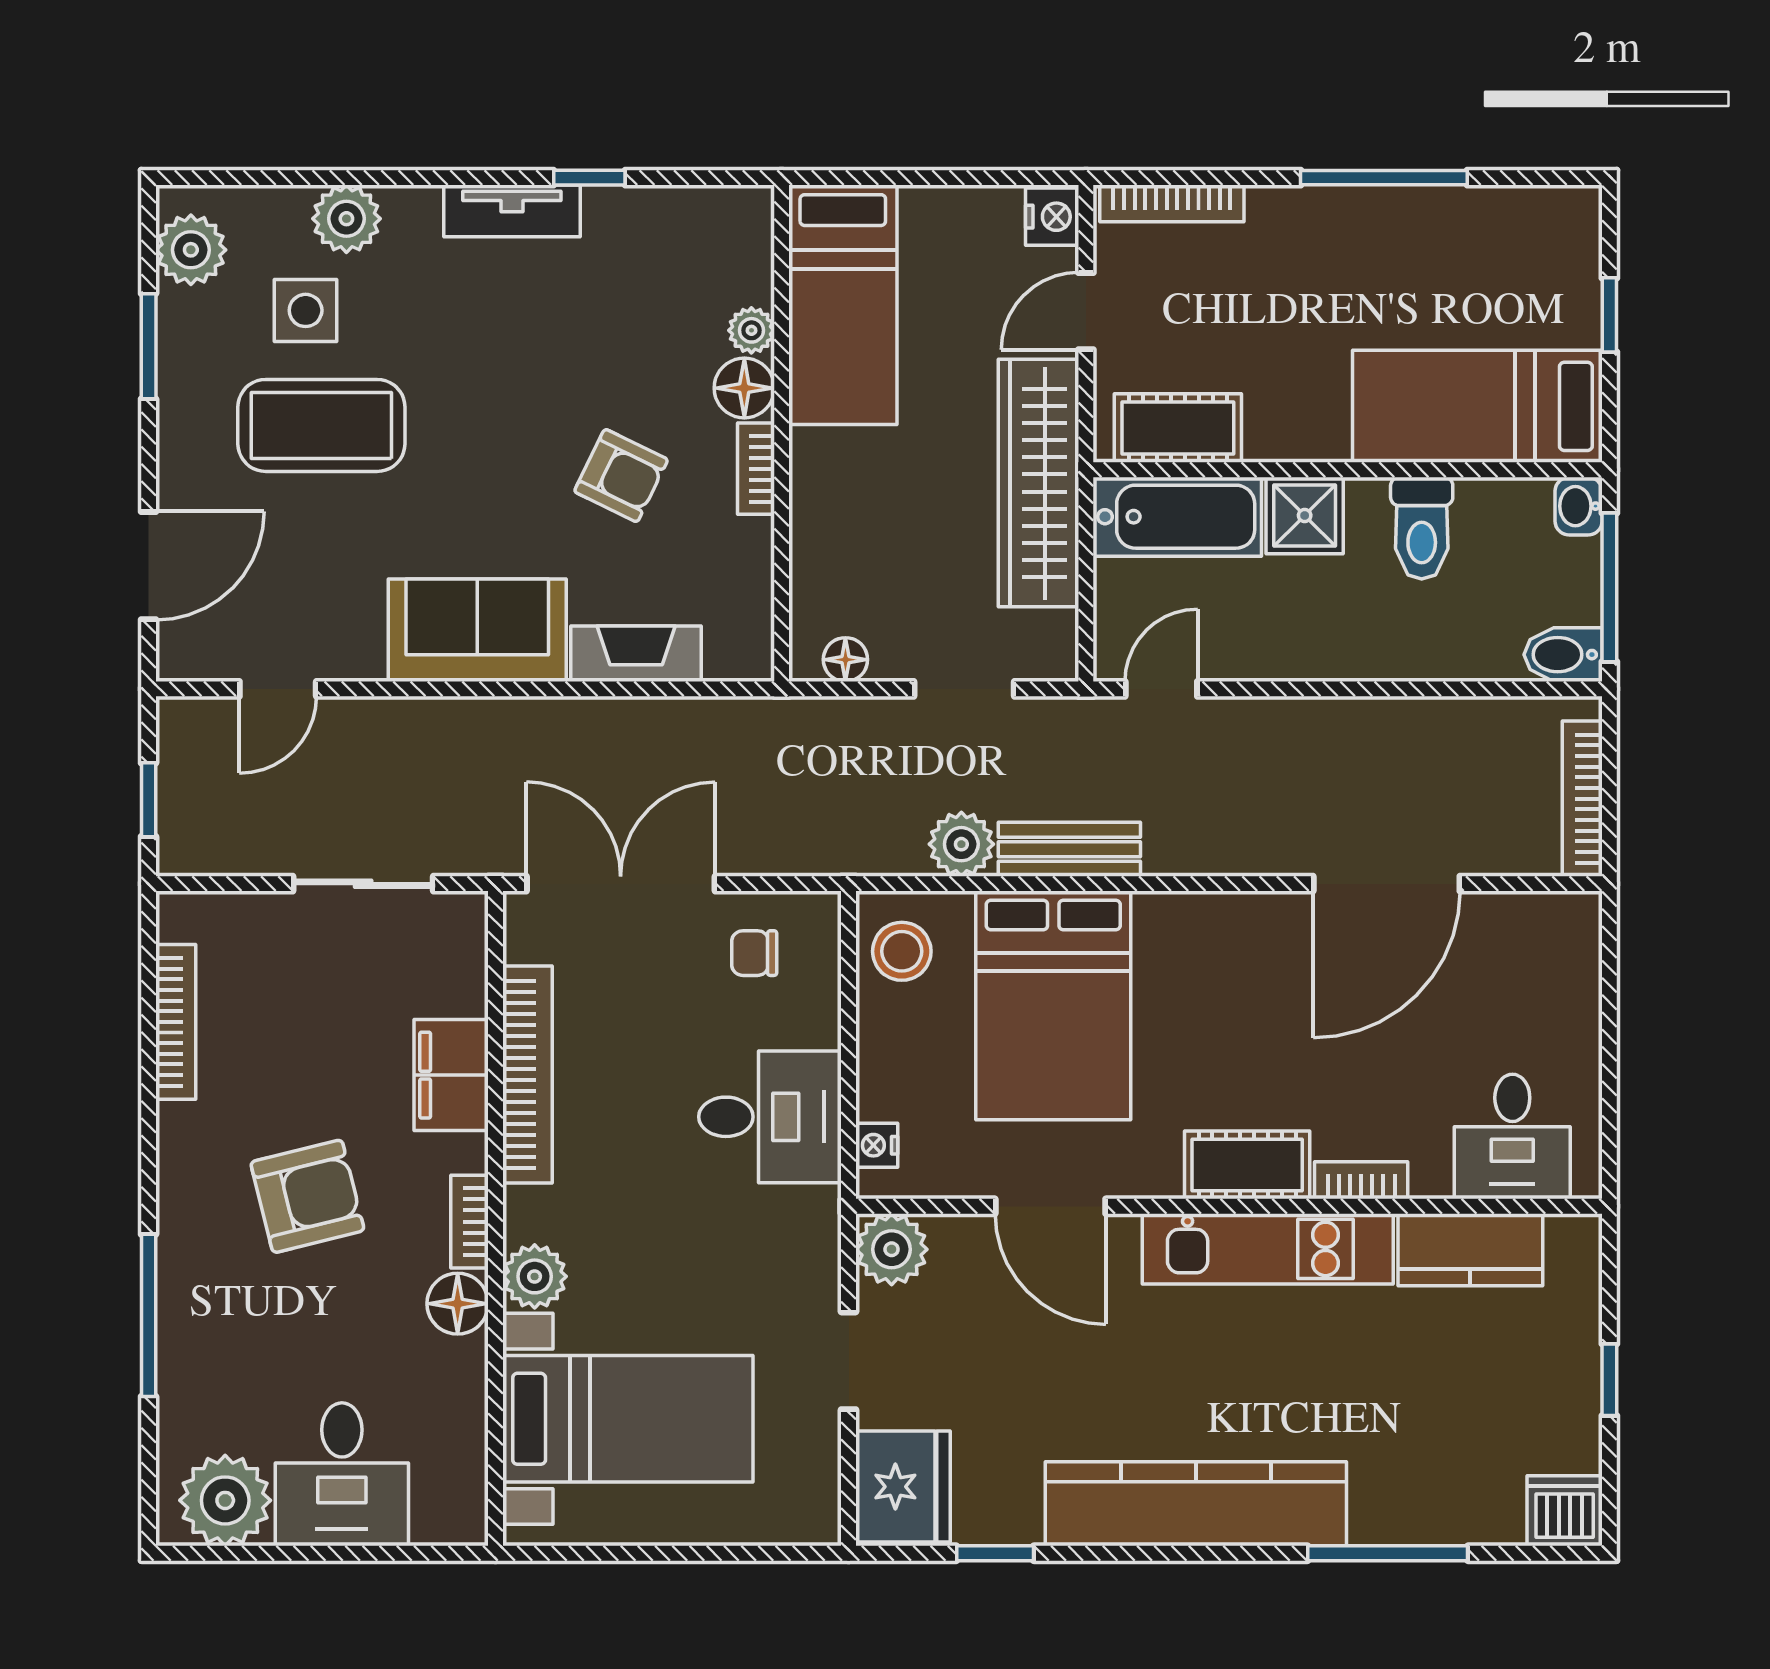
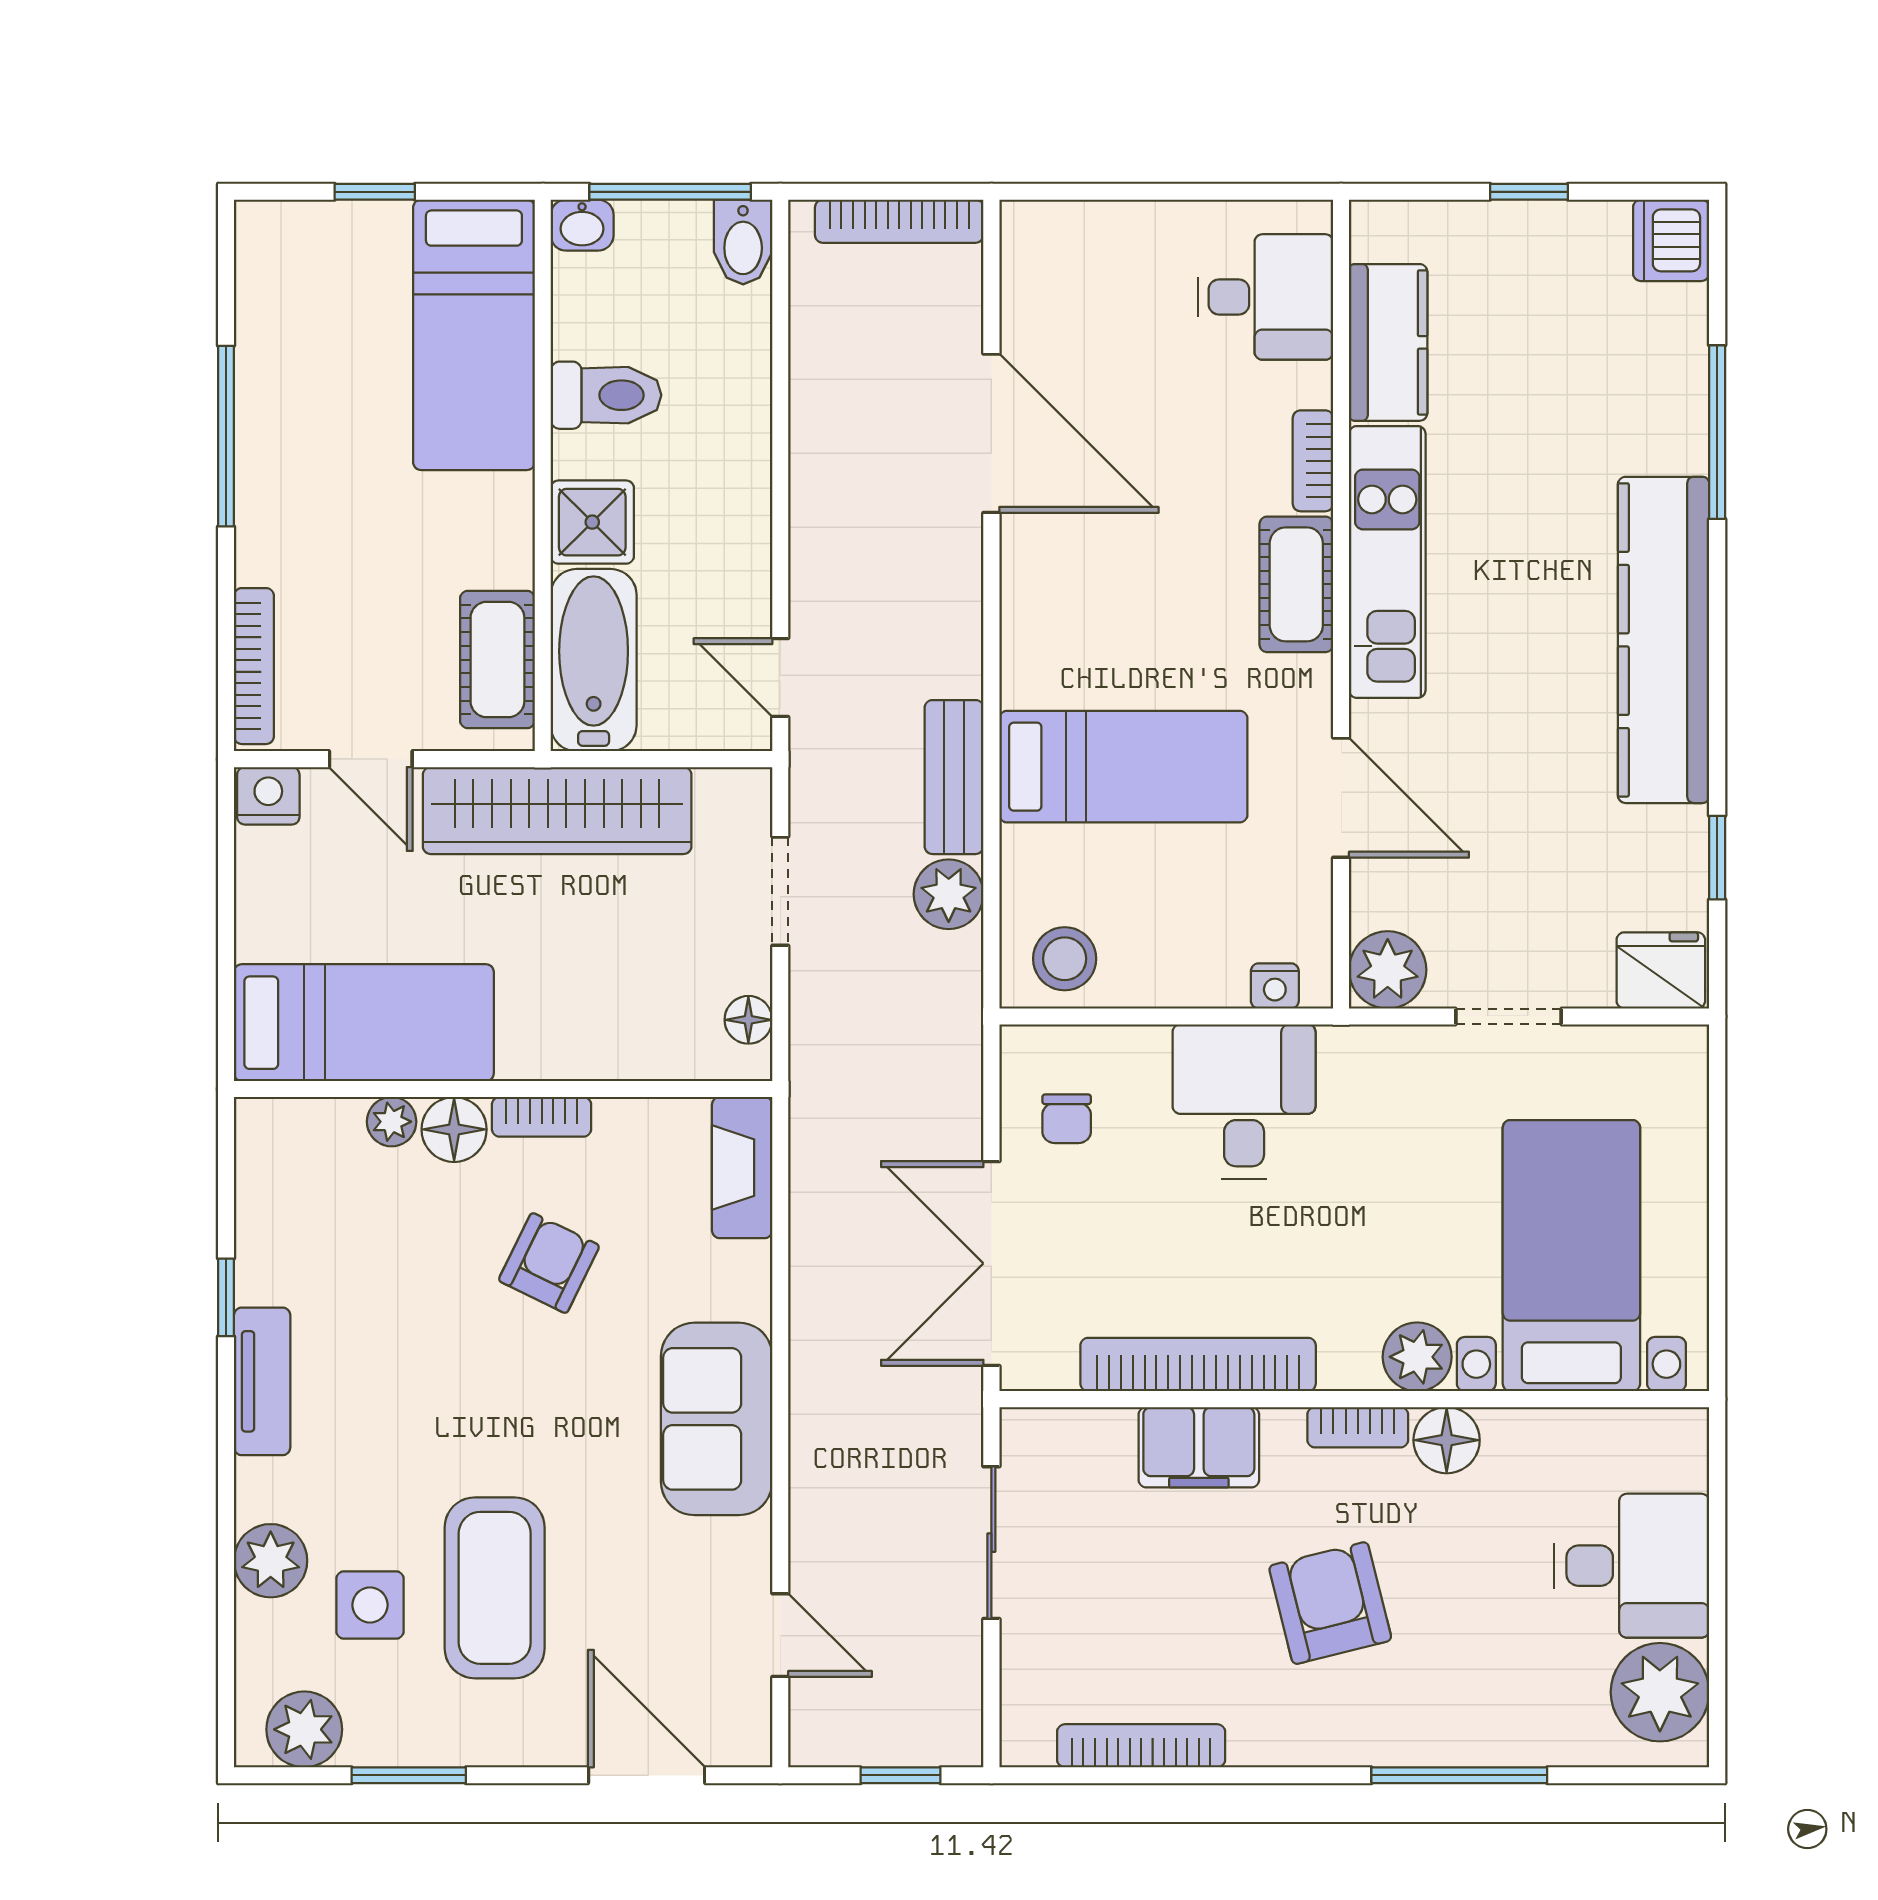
fireplace: (636, 654) -> (742, 1168), moved
bed: (1053, 1005) -> (1123, 767), width x0.67
door: (1050, 1206) -> (1341, 798), hinge flipped
fridge: (903, 1487) -> (1661, 970), width x0.73, depth x0.75

